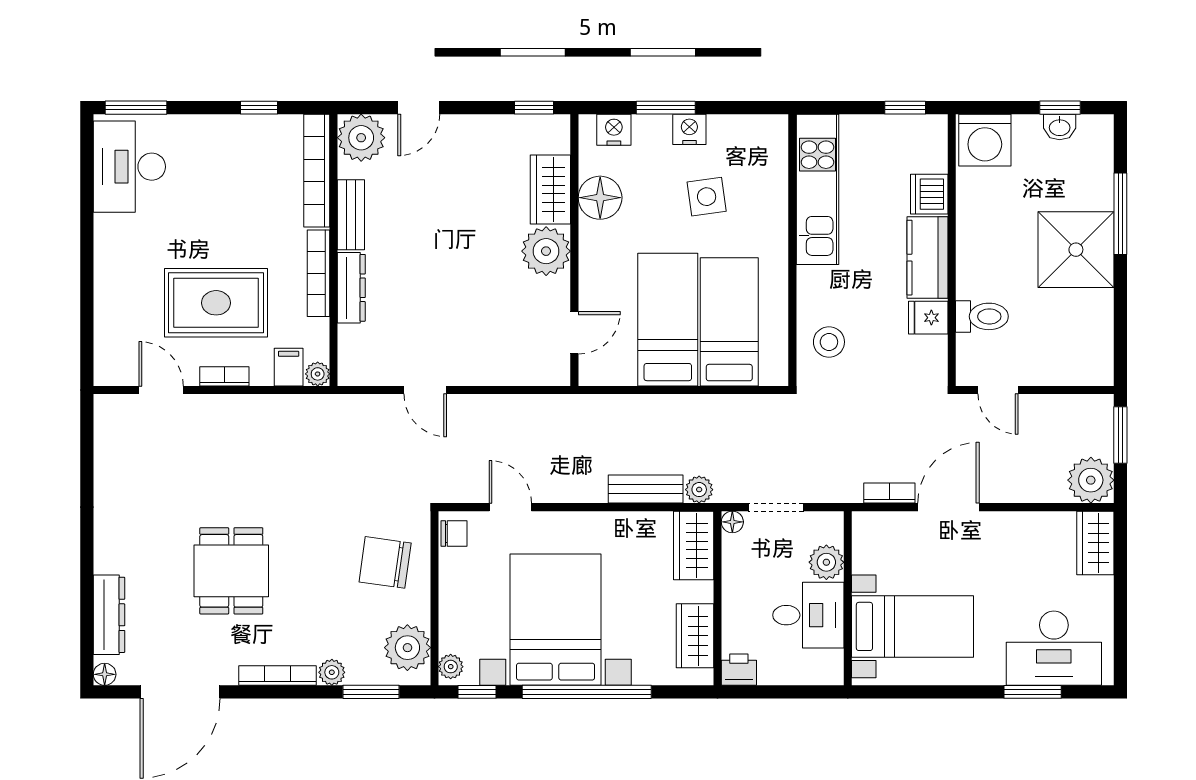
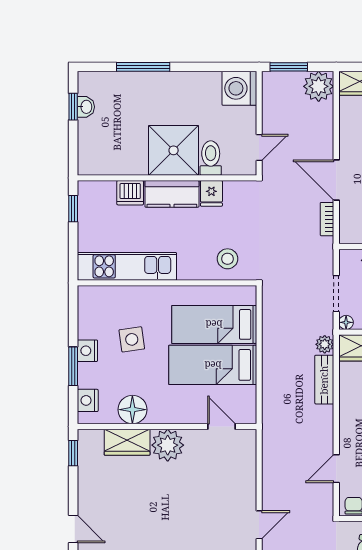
washing machine: (985, 140) -> (239, 88), moved, turned 180
shower: (1076, 250) -> (174, 150), moved

